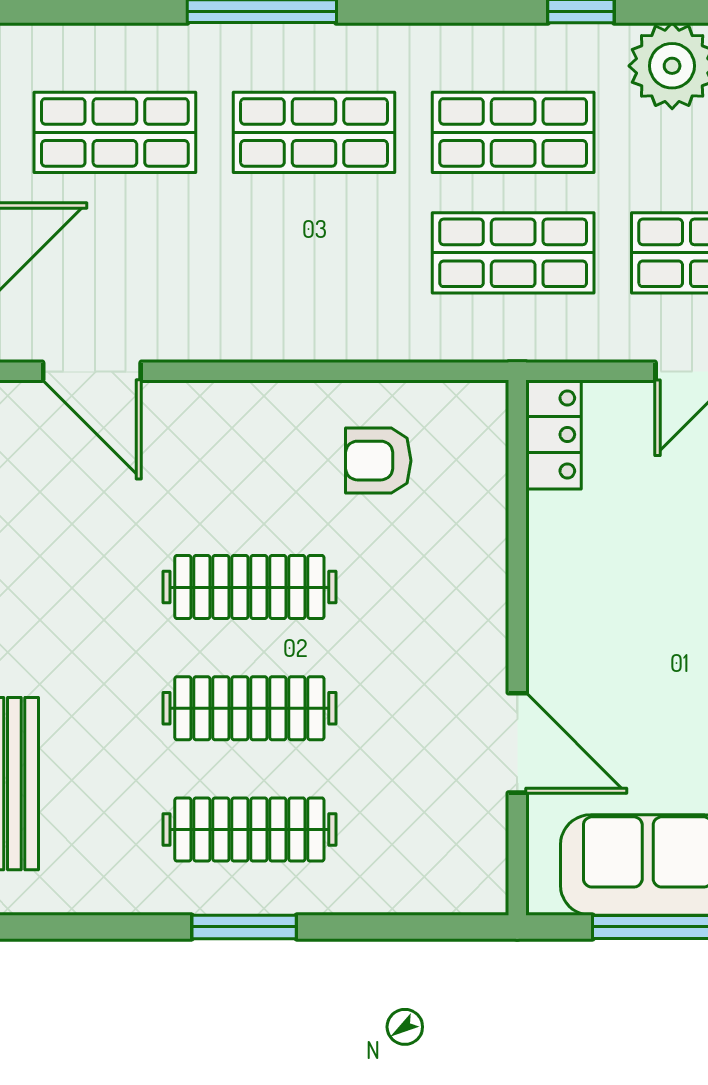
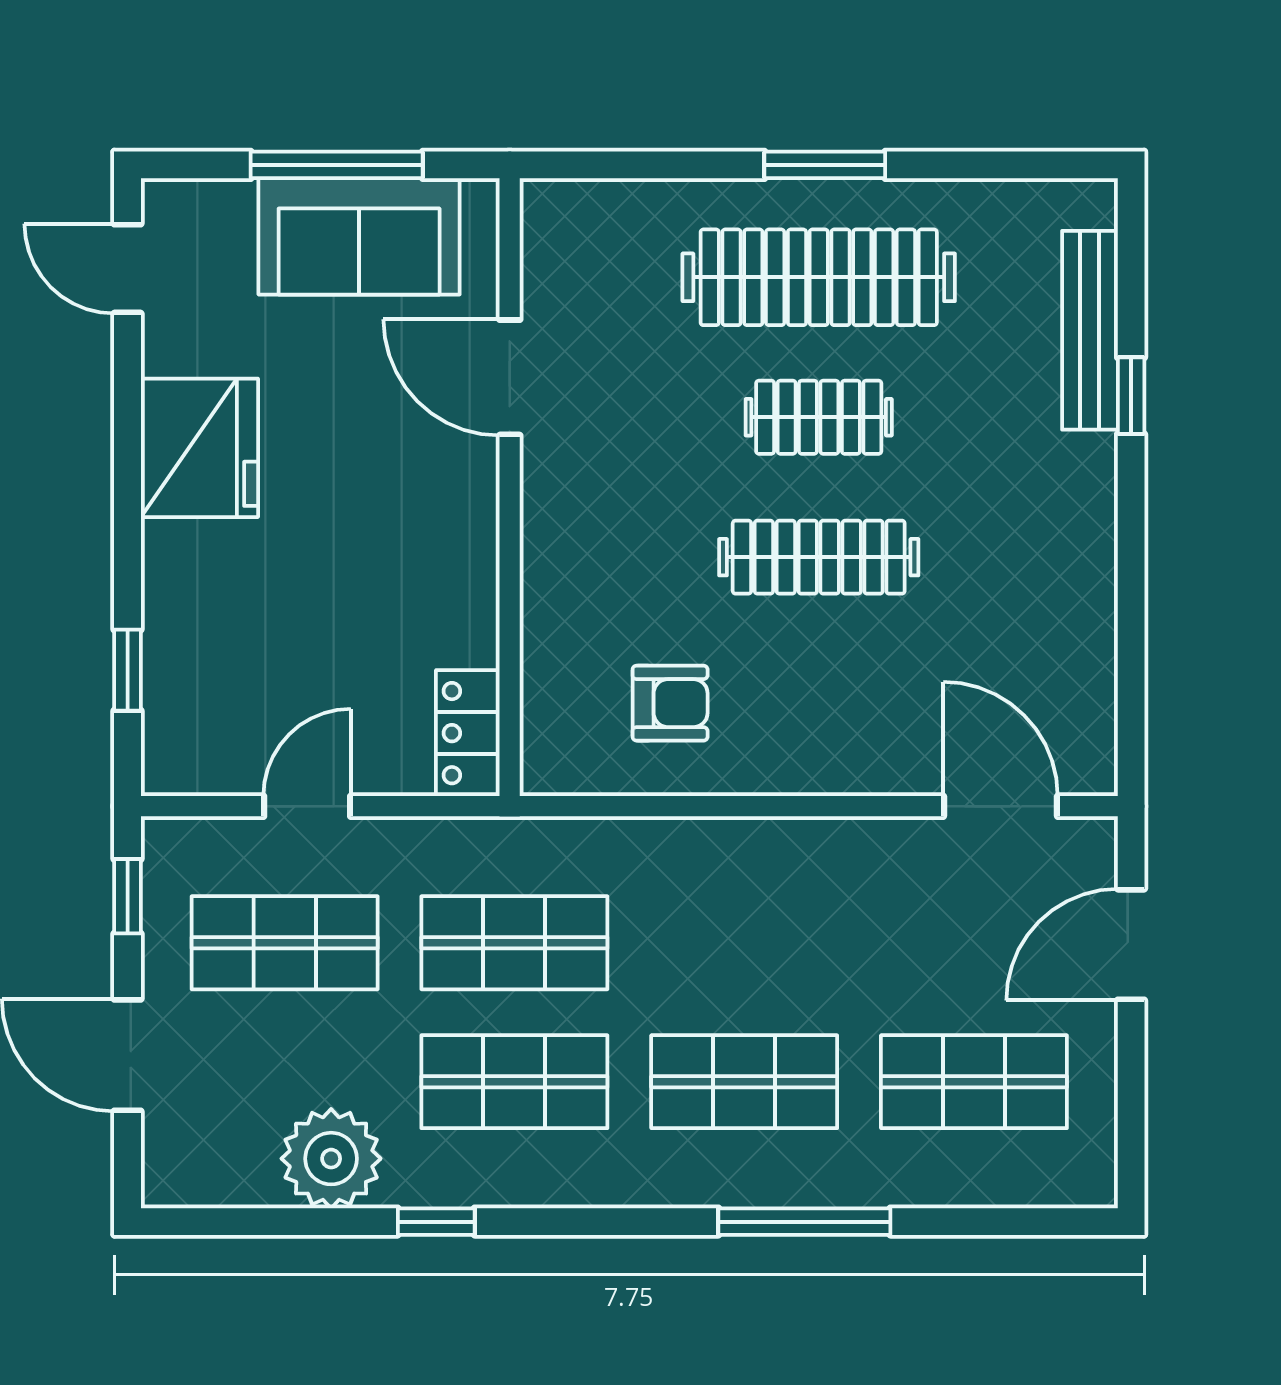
clothes rail: (249, 708) -> (819, 417), width x0.73
clothes rail: (249, 830) -> (819, 277), width x1.37, depth x1.31

